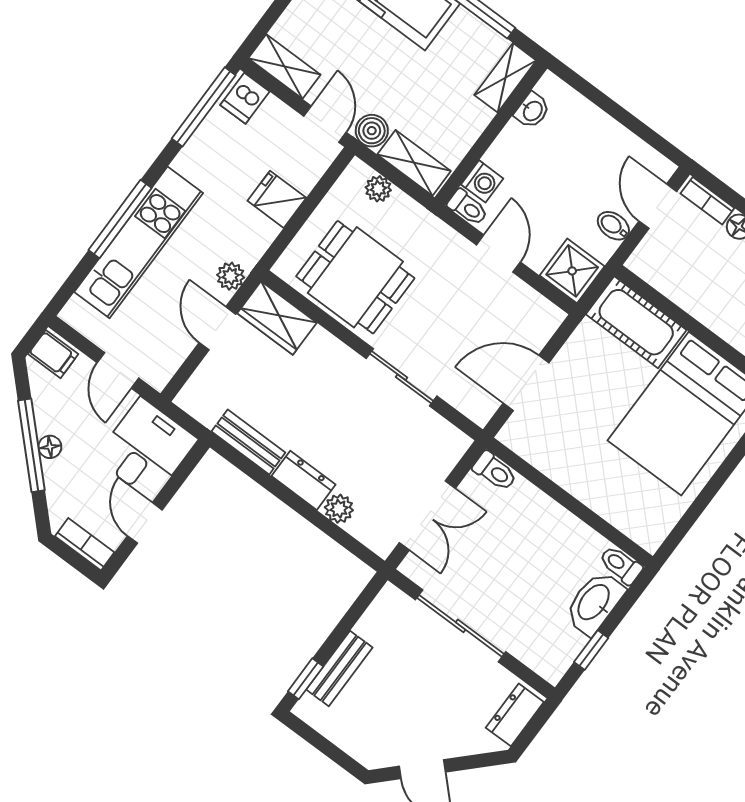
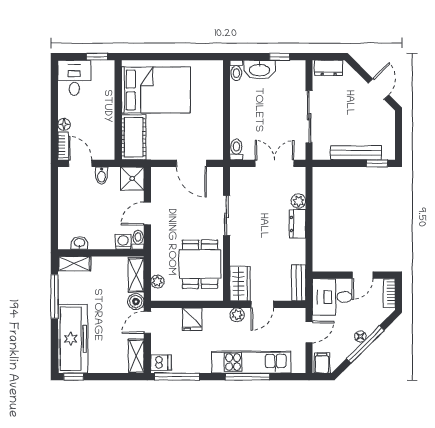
door: (658, 206) -> (80, 163), swing flipped
bench: (248, 442) -> (299, 283), moved
bench: (339, 668) -> (356, 153), width x1.36

